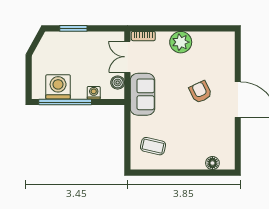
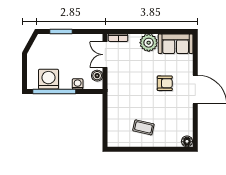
armchair: (200, 92) -> (165, 83), turned 116
sofa: (142, 94) -> (176, 44), moved, turned 90
coffee table: (153, 146) -> (143, 127), moved
floor lamp: (212, 163) -> (187, 141), moved

